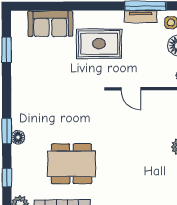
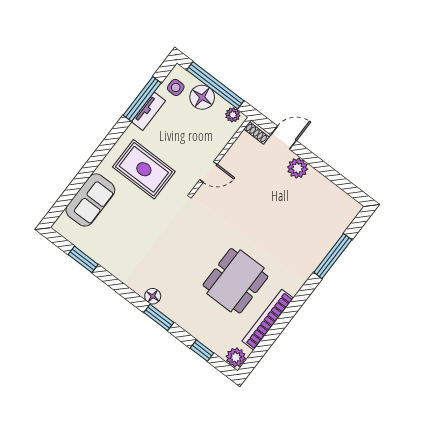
rug: (99, 44) -> (144, 169), turned 90
floor lamp: (18, 137) -> (153, 296), moved

